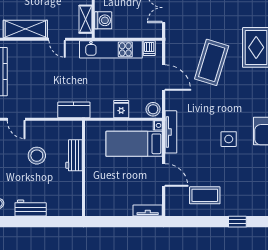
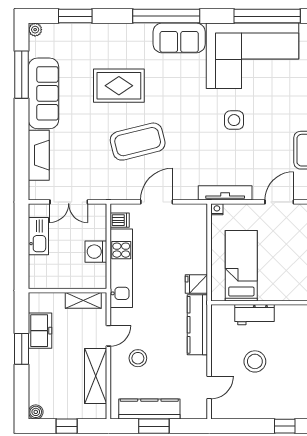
washing machine: (103, 20) -> (96, 252), moved, turned -90
coffee table: (212, 62) -> (138, 142), turned -31
fridge: (121, 109) -> (196, 284), moved
stool: (153, 109) -> (138, 358), moved
kitchen counter: (74, 110) -> (197, 325), width x1.50
bed: (134, 144) -> (241, 266), moved, turned 180

